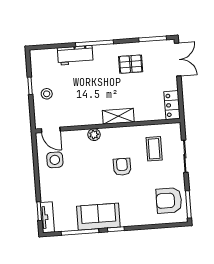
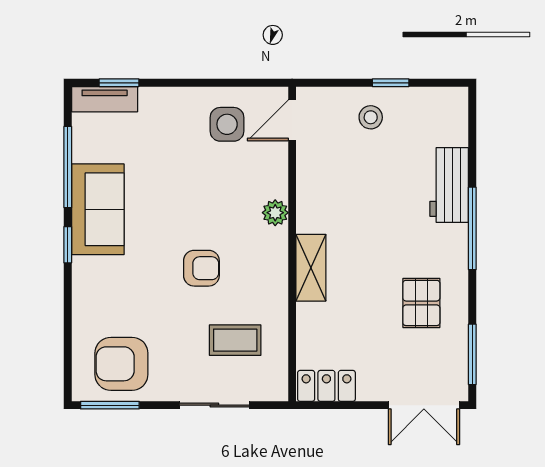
armchair: (169, 200) -> (121, 364), turned -90

